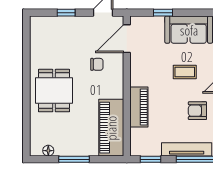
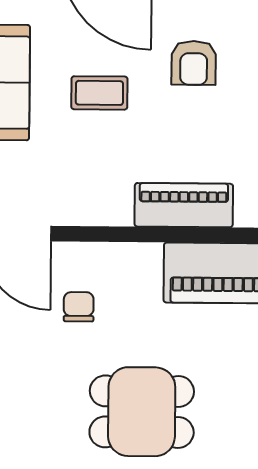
coffee table: (185, 72) -> (99, 93), turned 90

